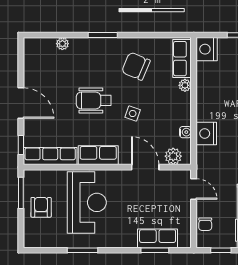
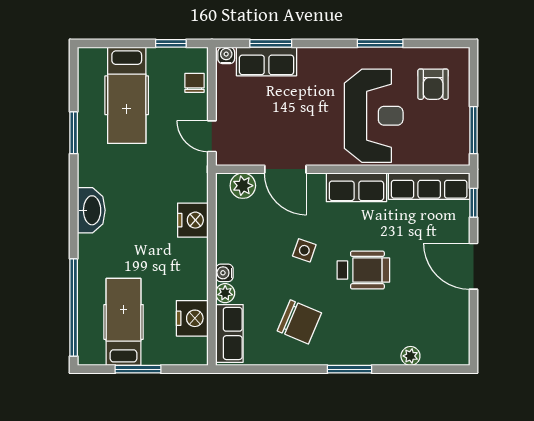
nightstand: (207, 49) -> (192, 318), moved
water cooler: (185, 132) -> (224, 273), moved
reception desk: (87, 202) -> (374, 116), turned 180
armchair: (41, 207) -> (433, 84), moved
water cooler: (184, 242) -> (226, 55), added

